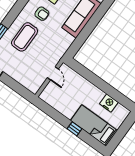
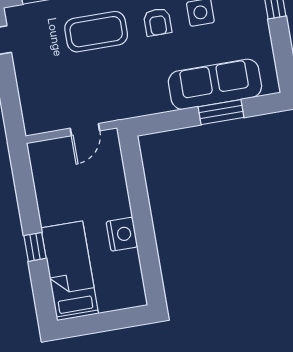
window: (93, 23) -> (221, 112), added
nightstand: (109, 103) -> (122, 234), moved

